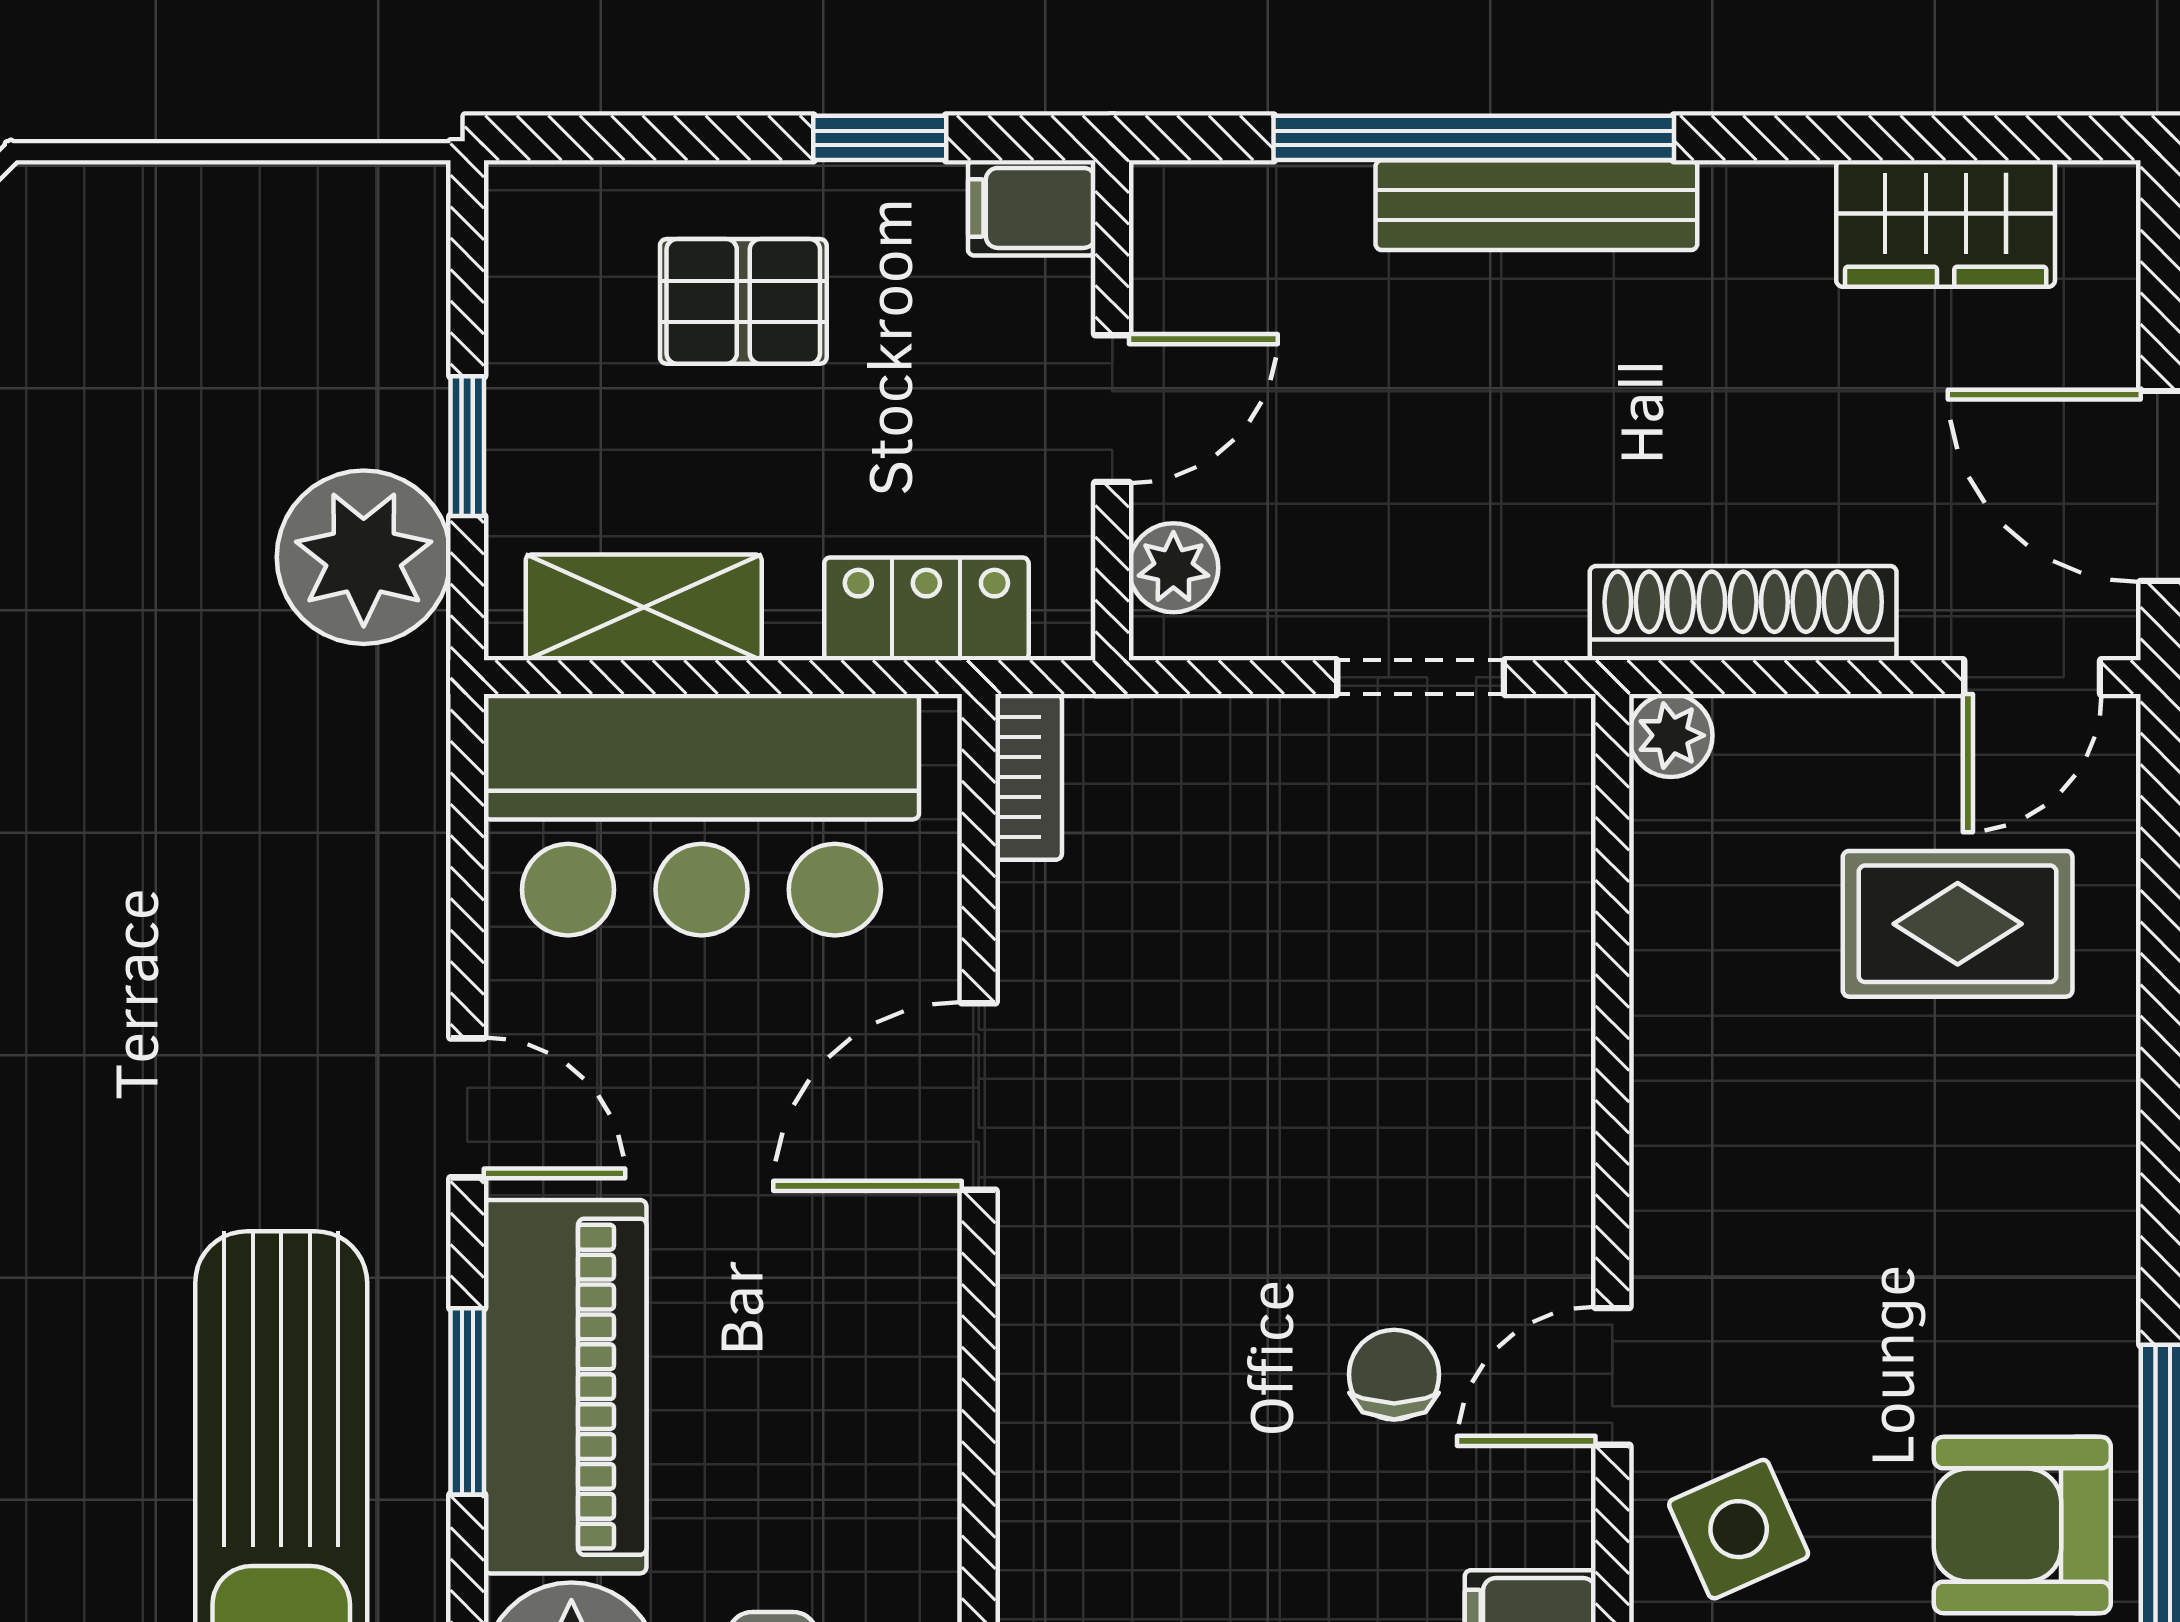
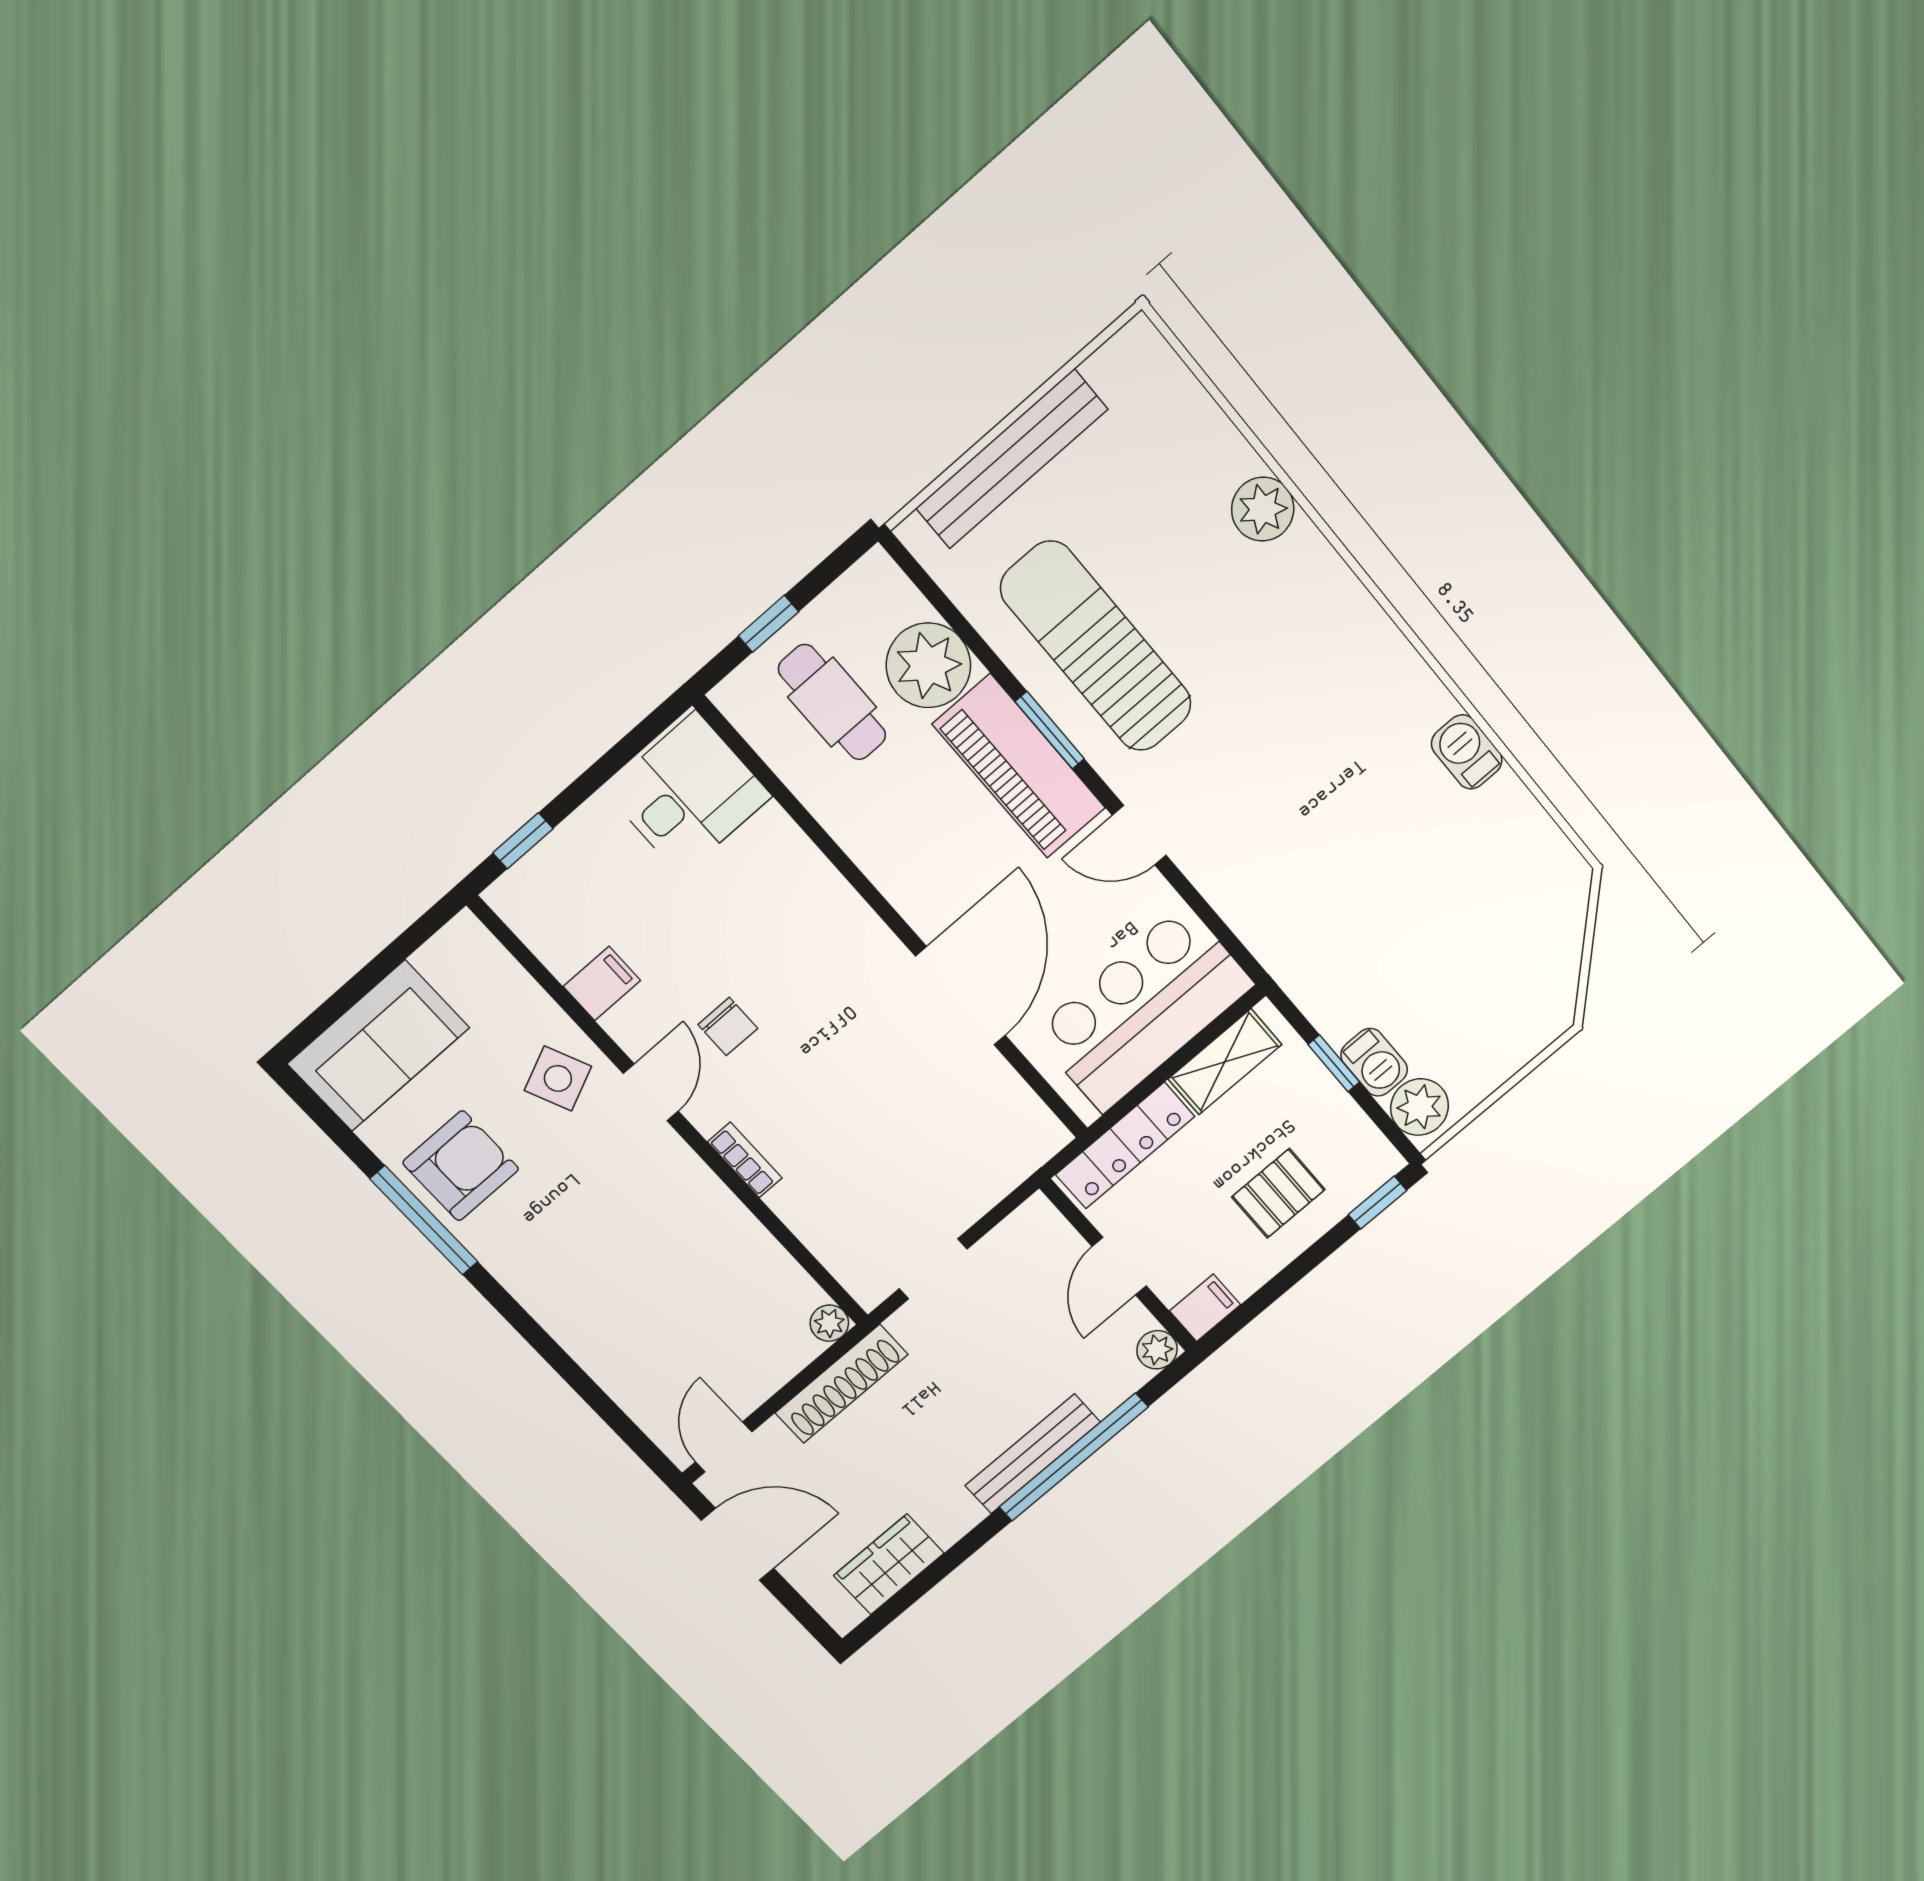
window: (880, 138) -> (1378, 1203), moved
barbecue: (399, 389) -> (1374, 1062), added
plant: (364, 557) -> (1420, 1107), moved, width x0.73, depth x0.73
plant: (1173, 568) -> (1157, 1350), moved
locker: (926, 609) -> (1125, 1145), width x1.53
bookcase: (1029, 777) -> (745, 1160), moved, turned 180
rug: (1958, 924) -> (673, 1346), removed
door: (979, 1096) -> (961, 996), width x1.36

